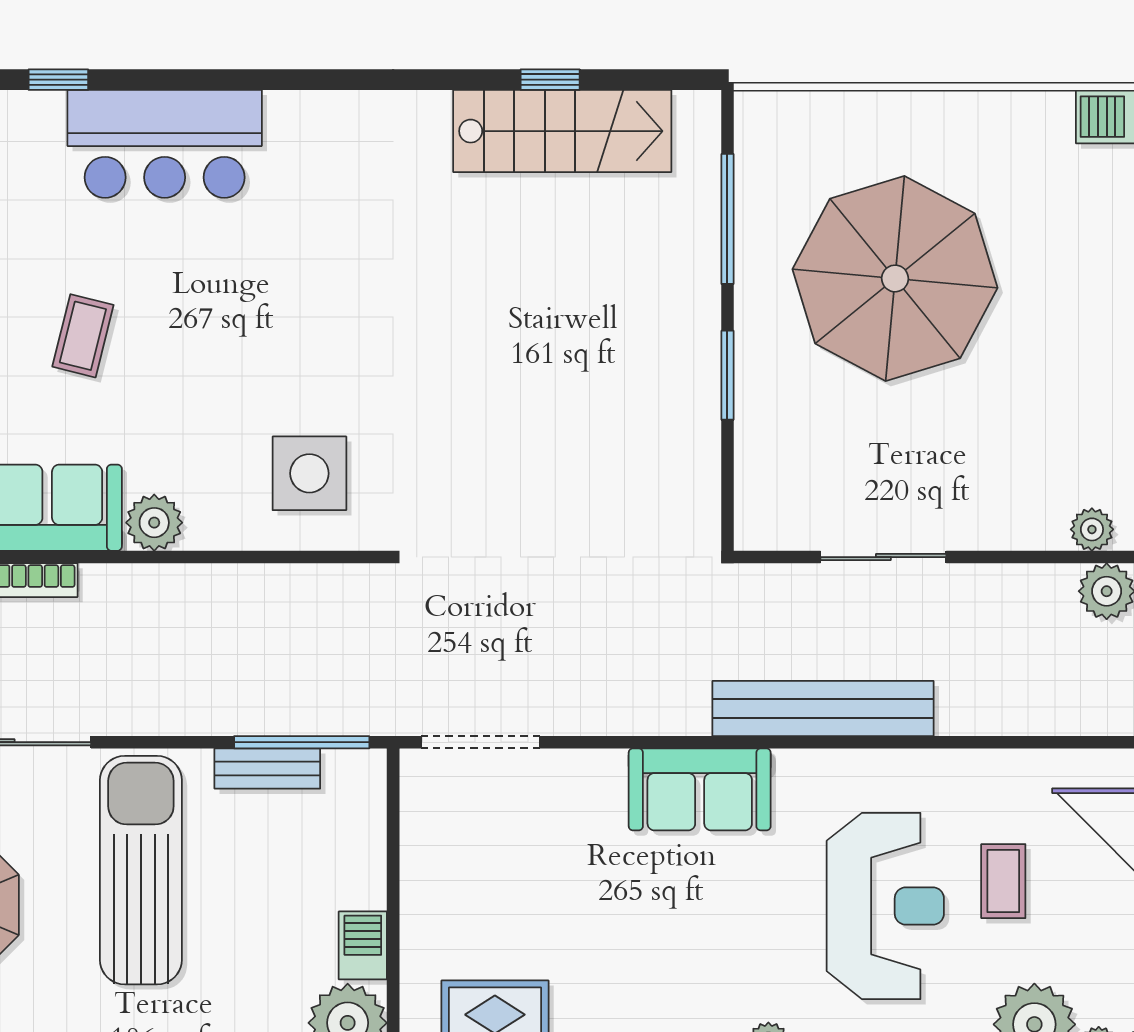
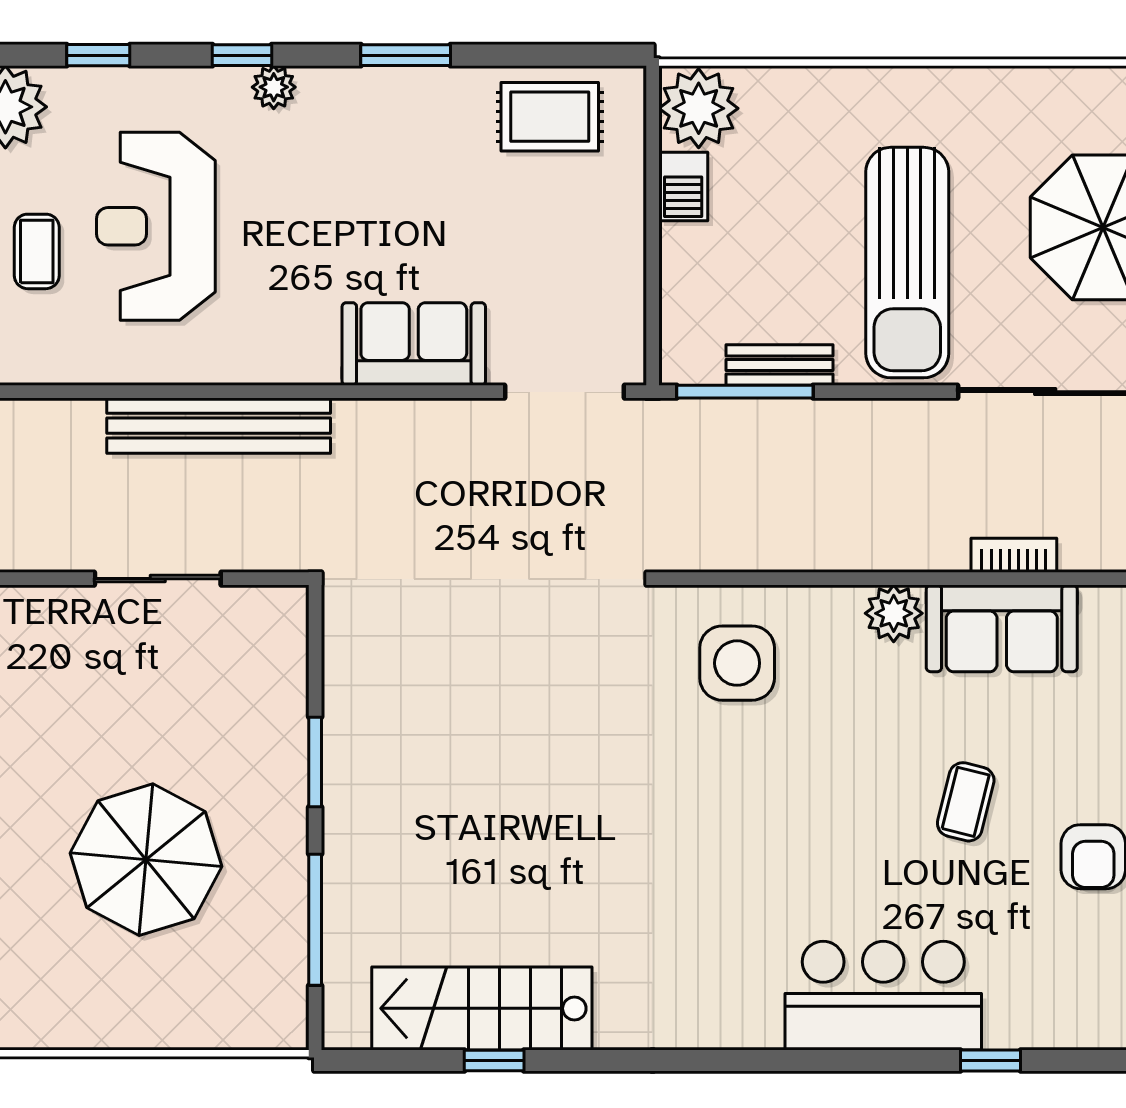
parasol: (895, 278) -> (146, 860), width x0.73, depth x0.73
sofa: (700, 789) -> (414, 344), moved

